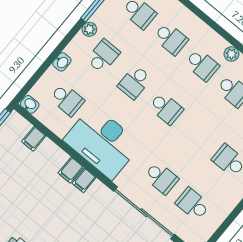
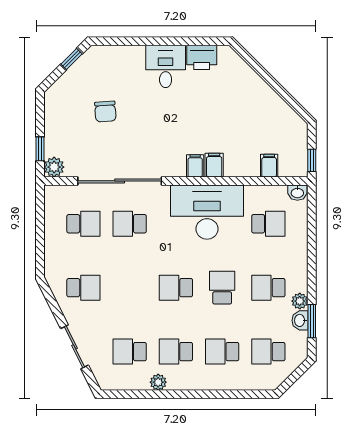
school desk: (103, 56) -> (268, 288), turned 90
washbasin: (62, 62) -> (300, 320), moved
school desk: (67, 100) -> (268, 224), turned 180

